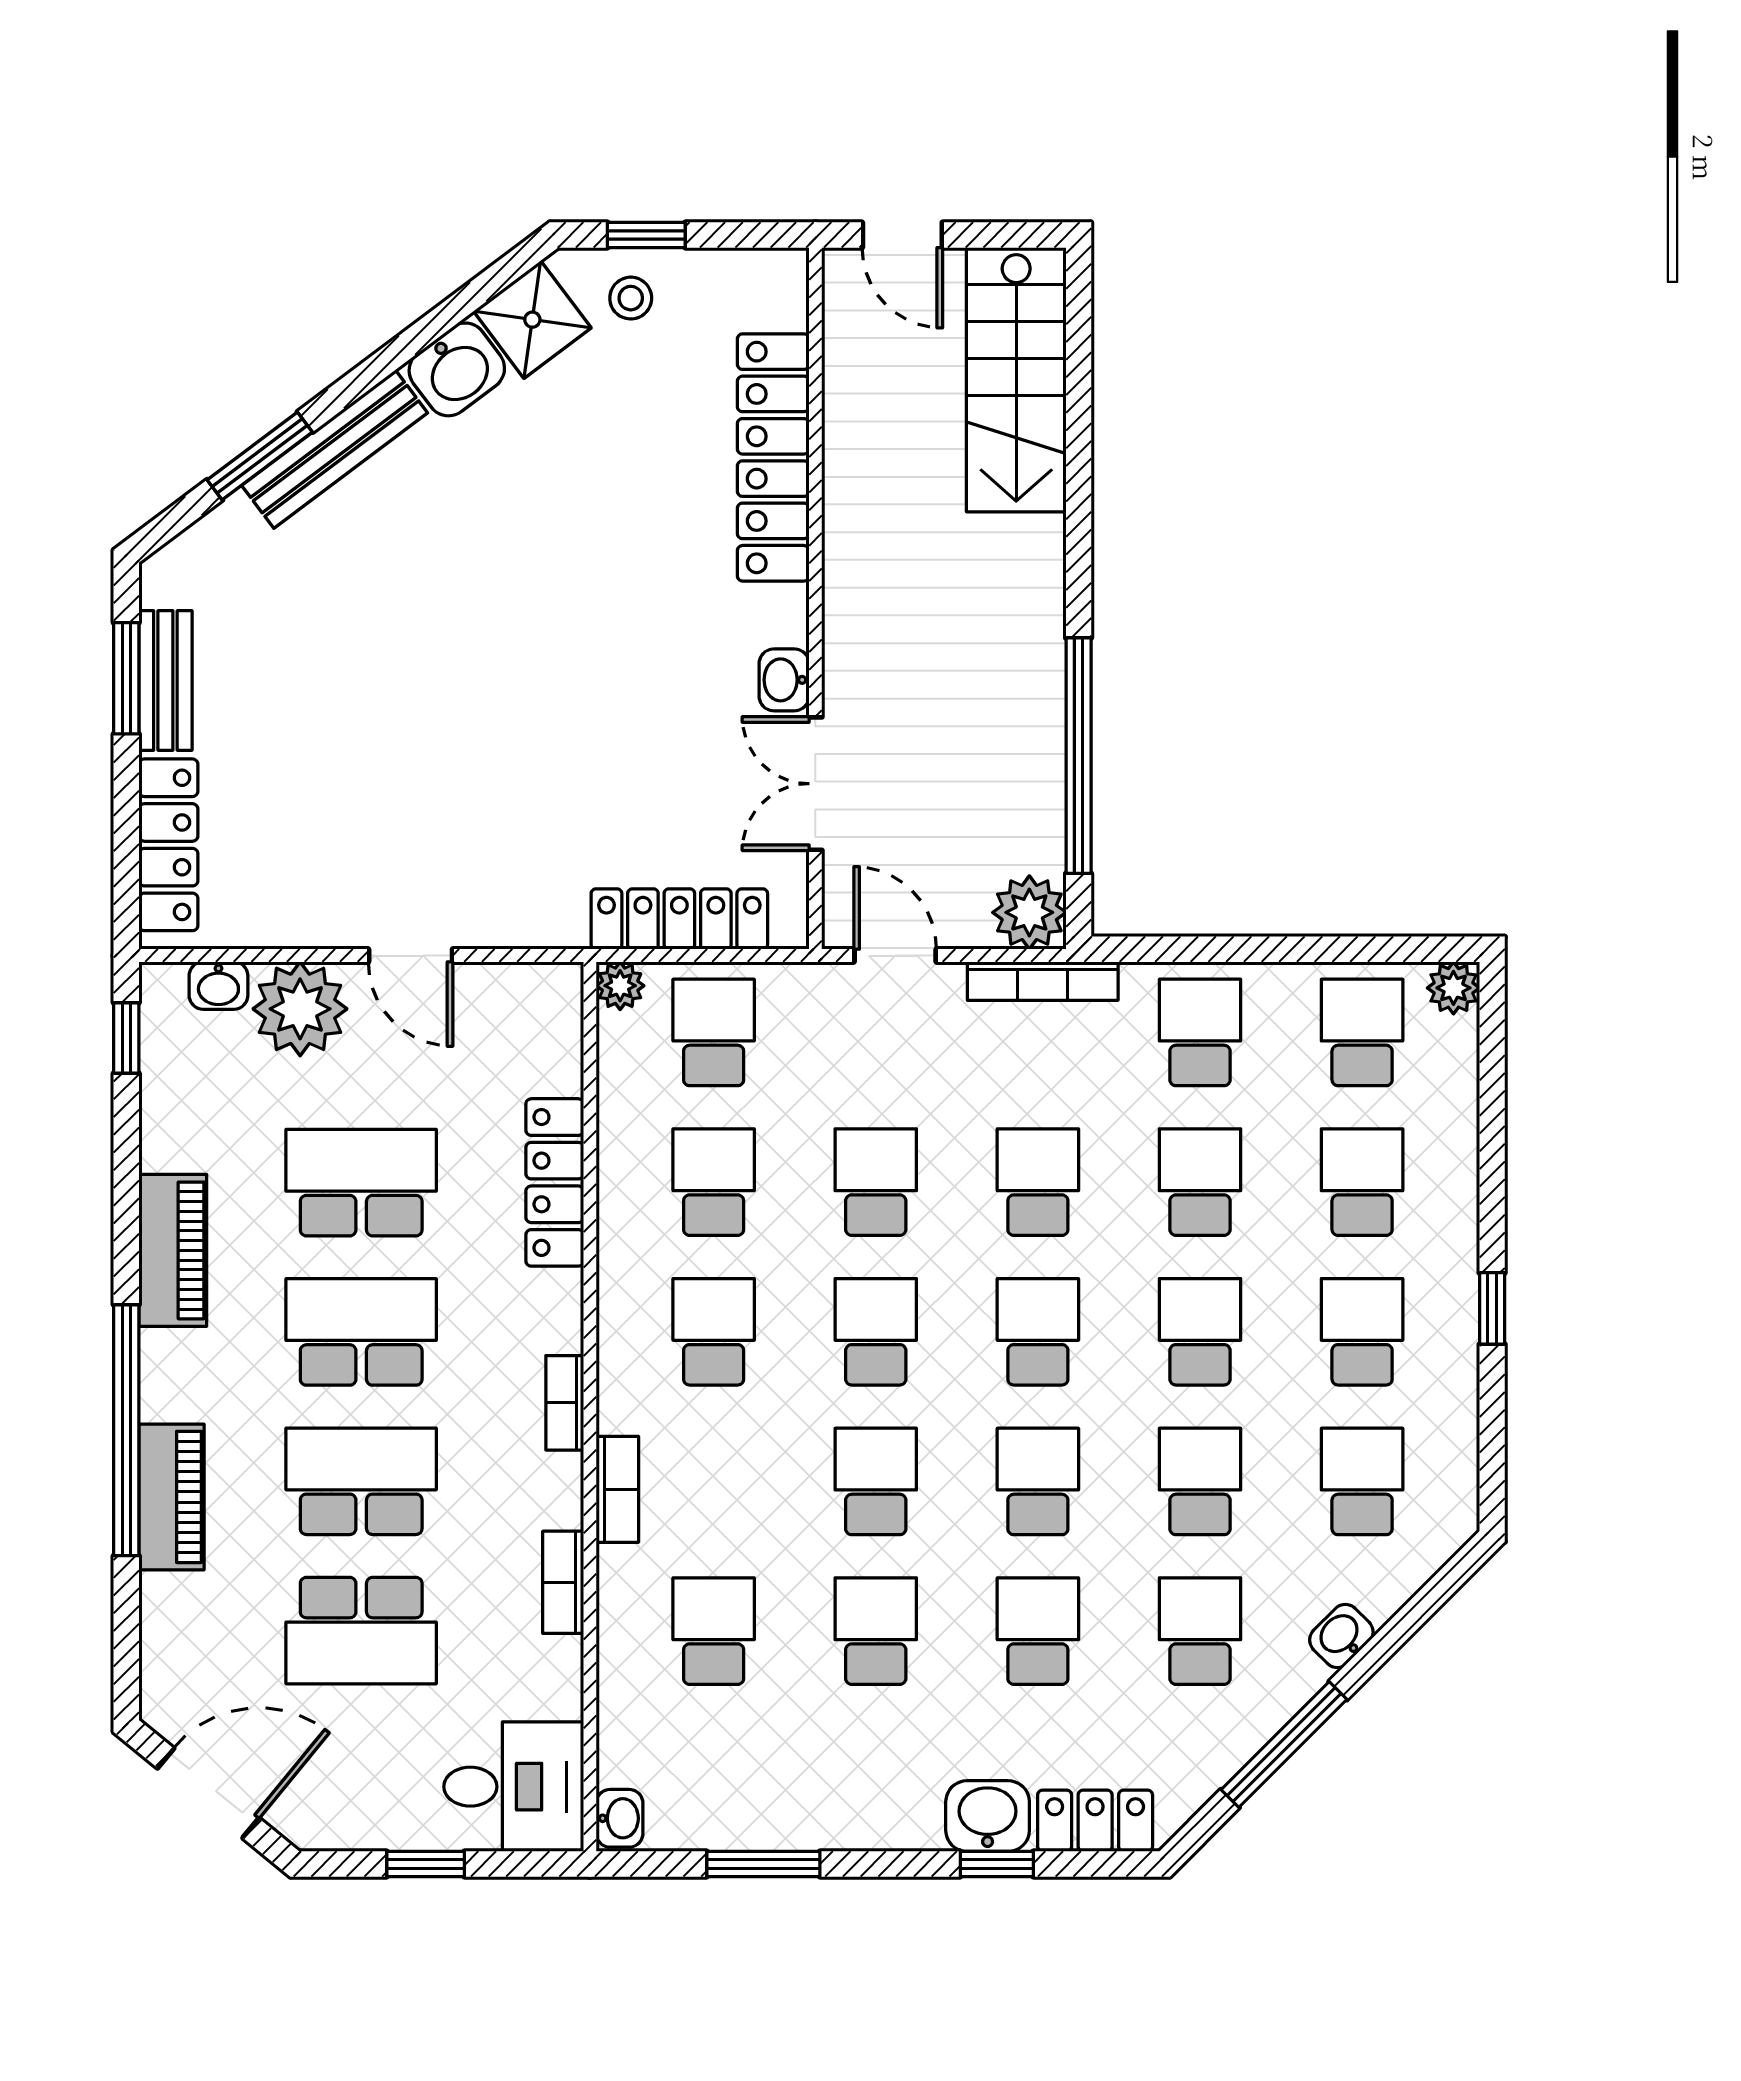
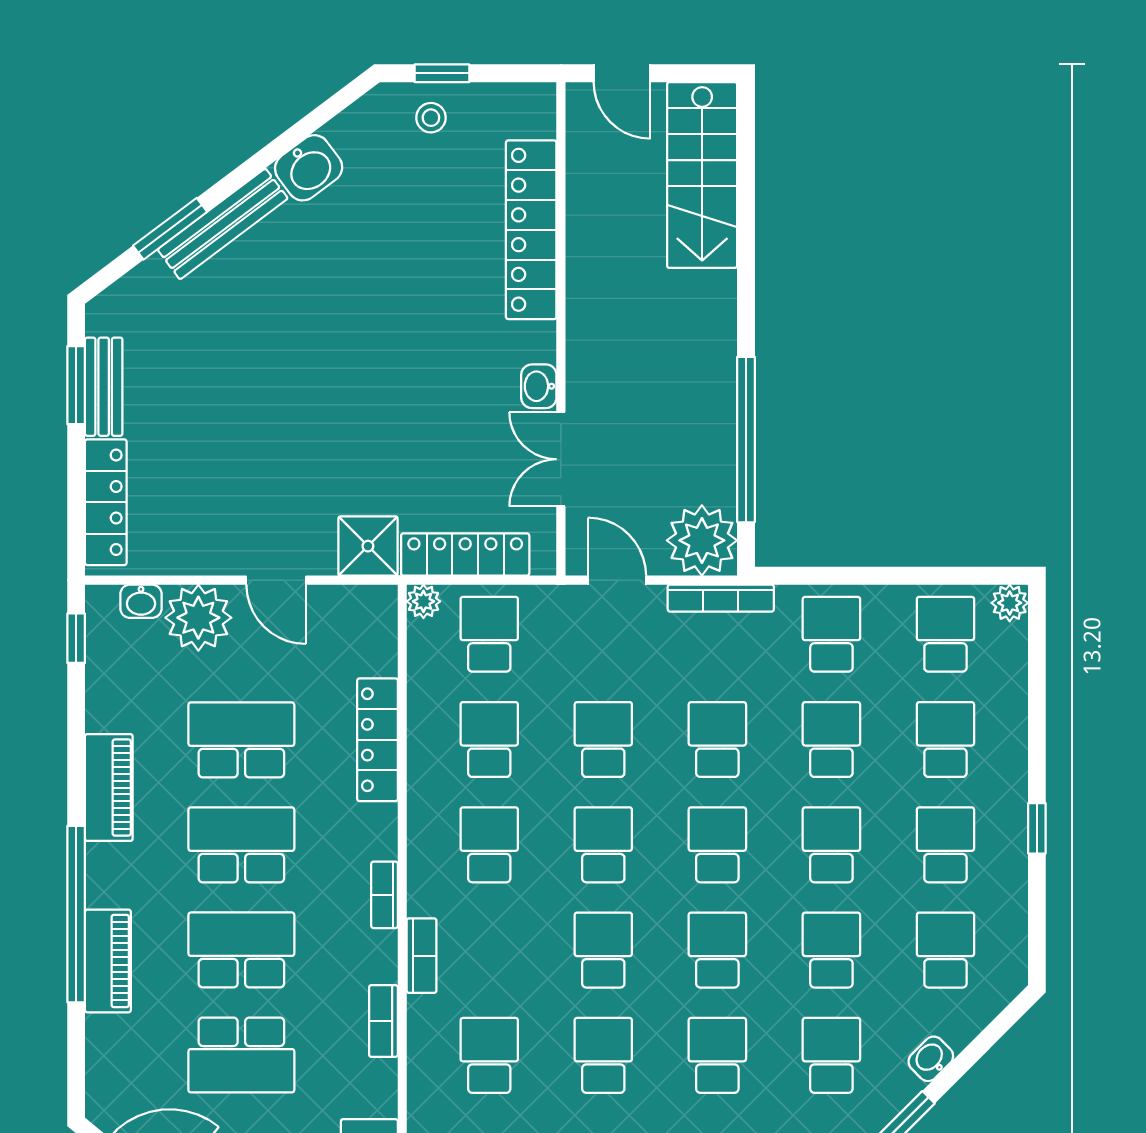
shower: (532, 320) -> (368, 546), moved, turned 37
plant: (1029, 912) -> (702, 540), width x1.36, depth x1.36

